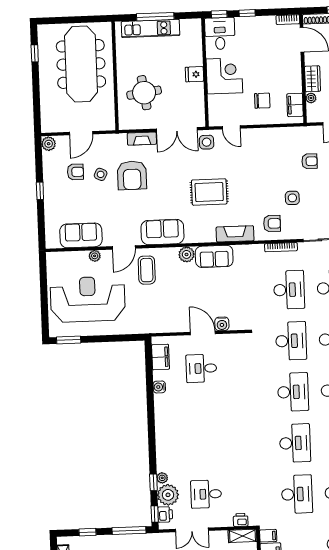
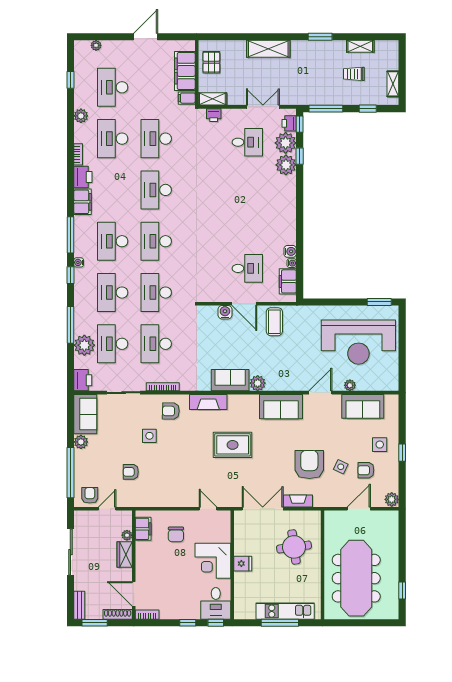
chair: (262, 101) -> (176, 534), turned -90
side table: (207, 142) -> (380, 445), moved
coffee table: (147, 270) -> (274, 322), moved
water cooler: (157, 375) -> (292, 263), added
plant: (162, 478) -> (286, 165), width x1.88, depth x1.88

